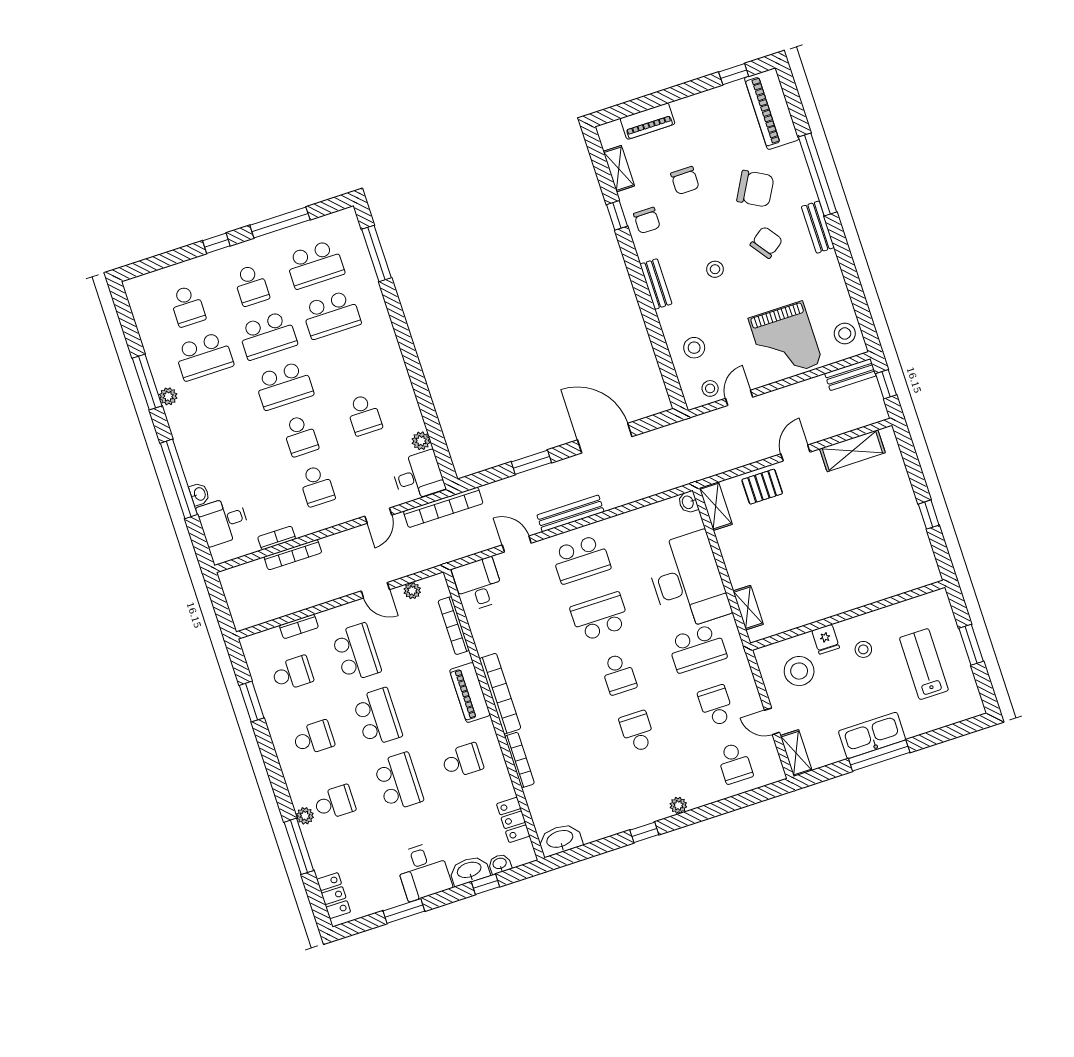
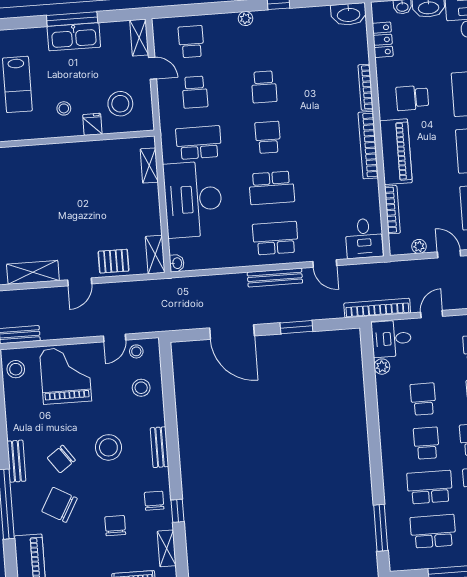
stool: (715, 269) -> (108, 447), width x1.89, depth x1.89
school desk: (348, 365) -> (426, 443), added
piano: (470, 693) -> (396, 152), width x1.37, depth x1.33

